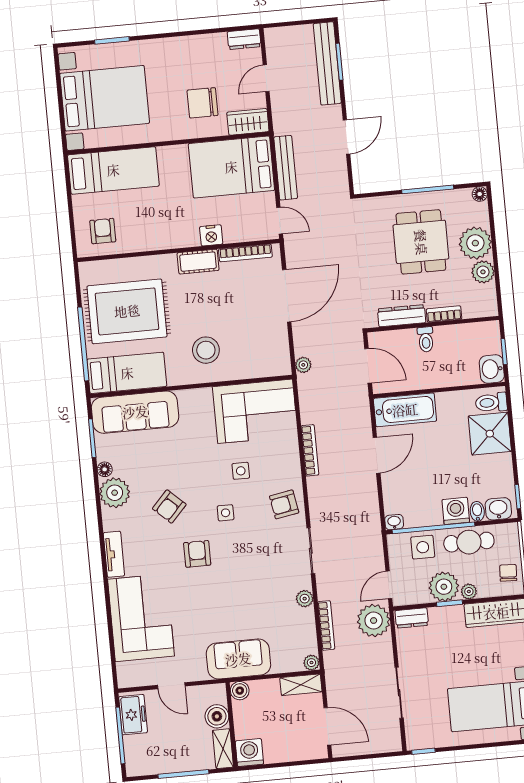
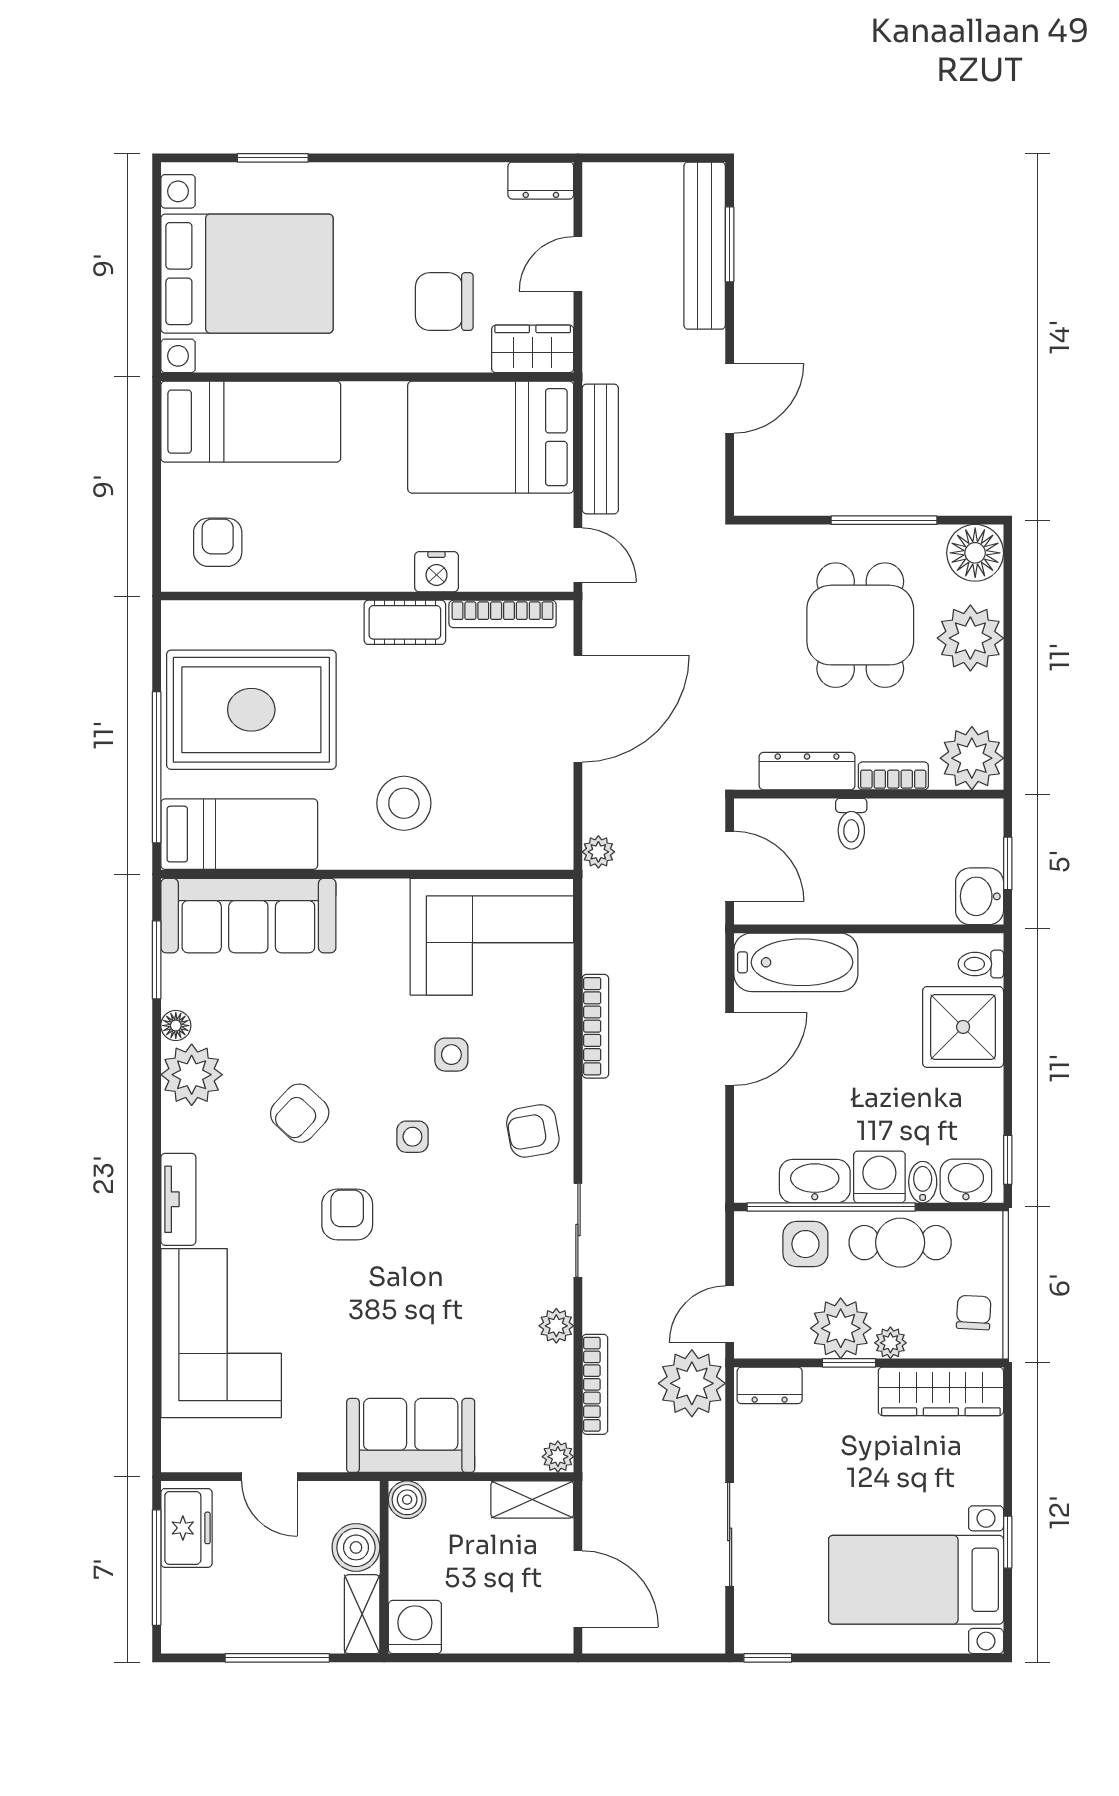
floor lamp: (480, 194) -> (975, 553), width x1.89, depth x1.89
plant: (483, 272) -> (972, 758), moved, width x1.36, depth x1.36
toilet: (491, 402) -> (981, 964), width x0.73, depth x0.72
washbasin: (394, 522) -> (815, 1181), moved, width x1.91, depth x1.45

